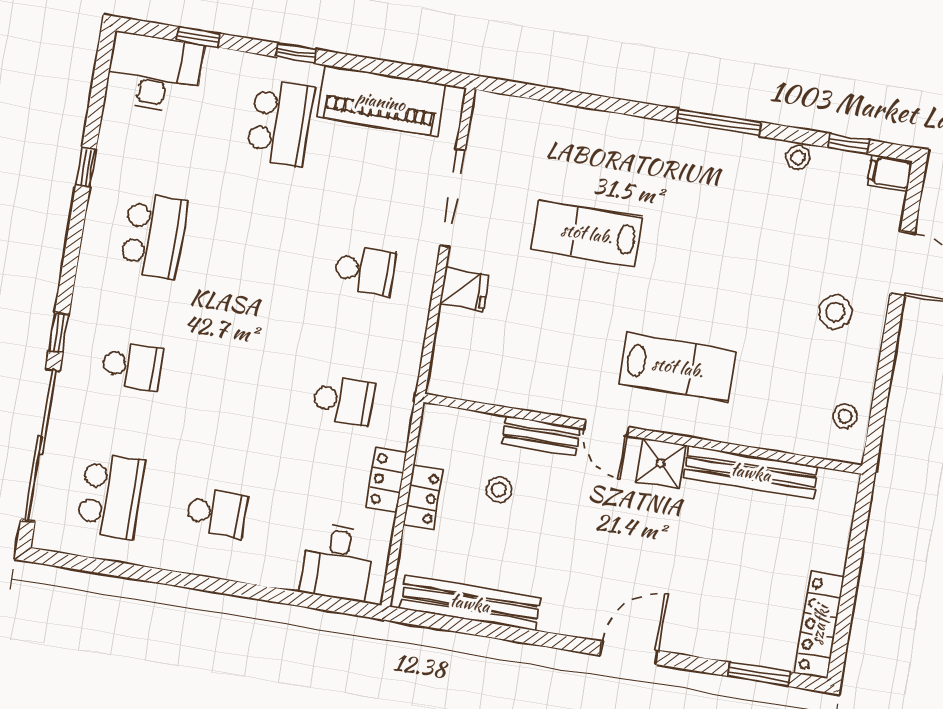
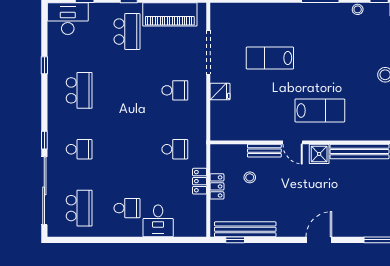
desk: (337, 562) -> (158, 221), moved
window: (444, 623) -> (235, 240), added

